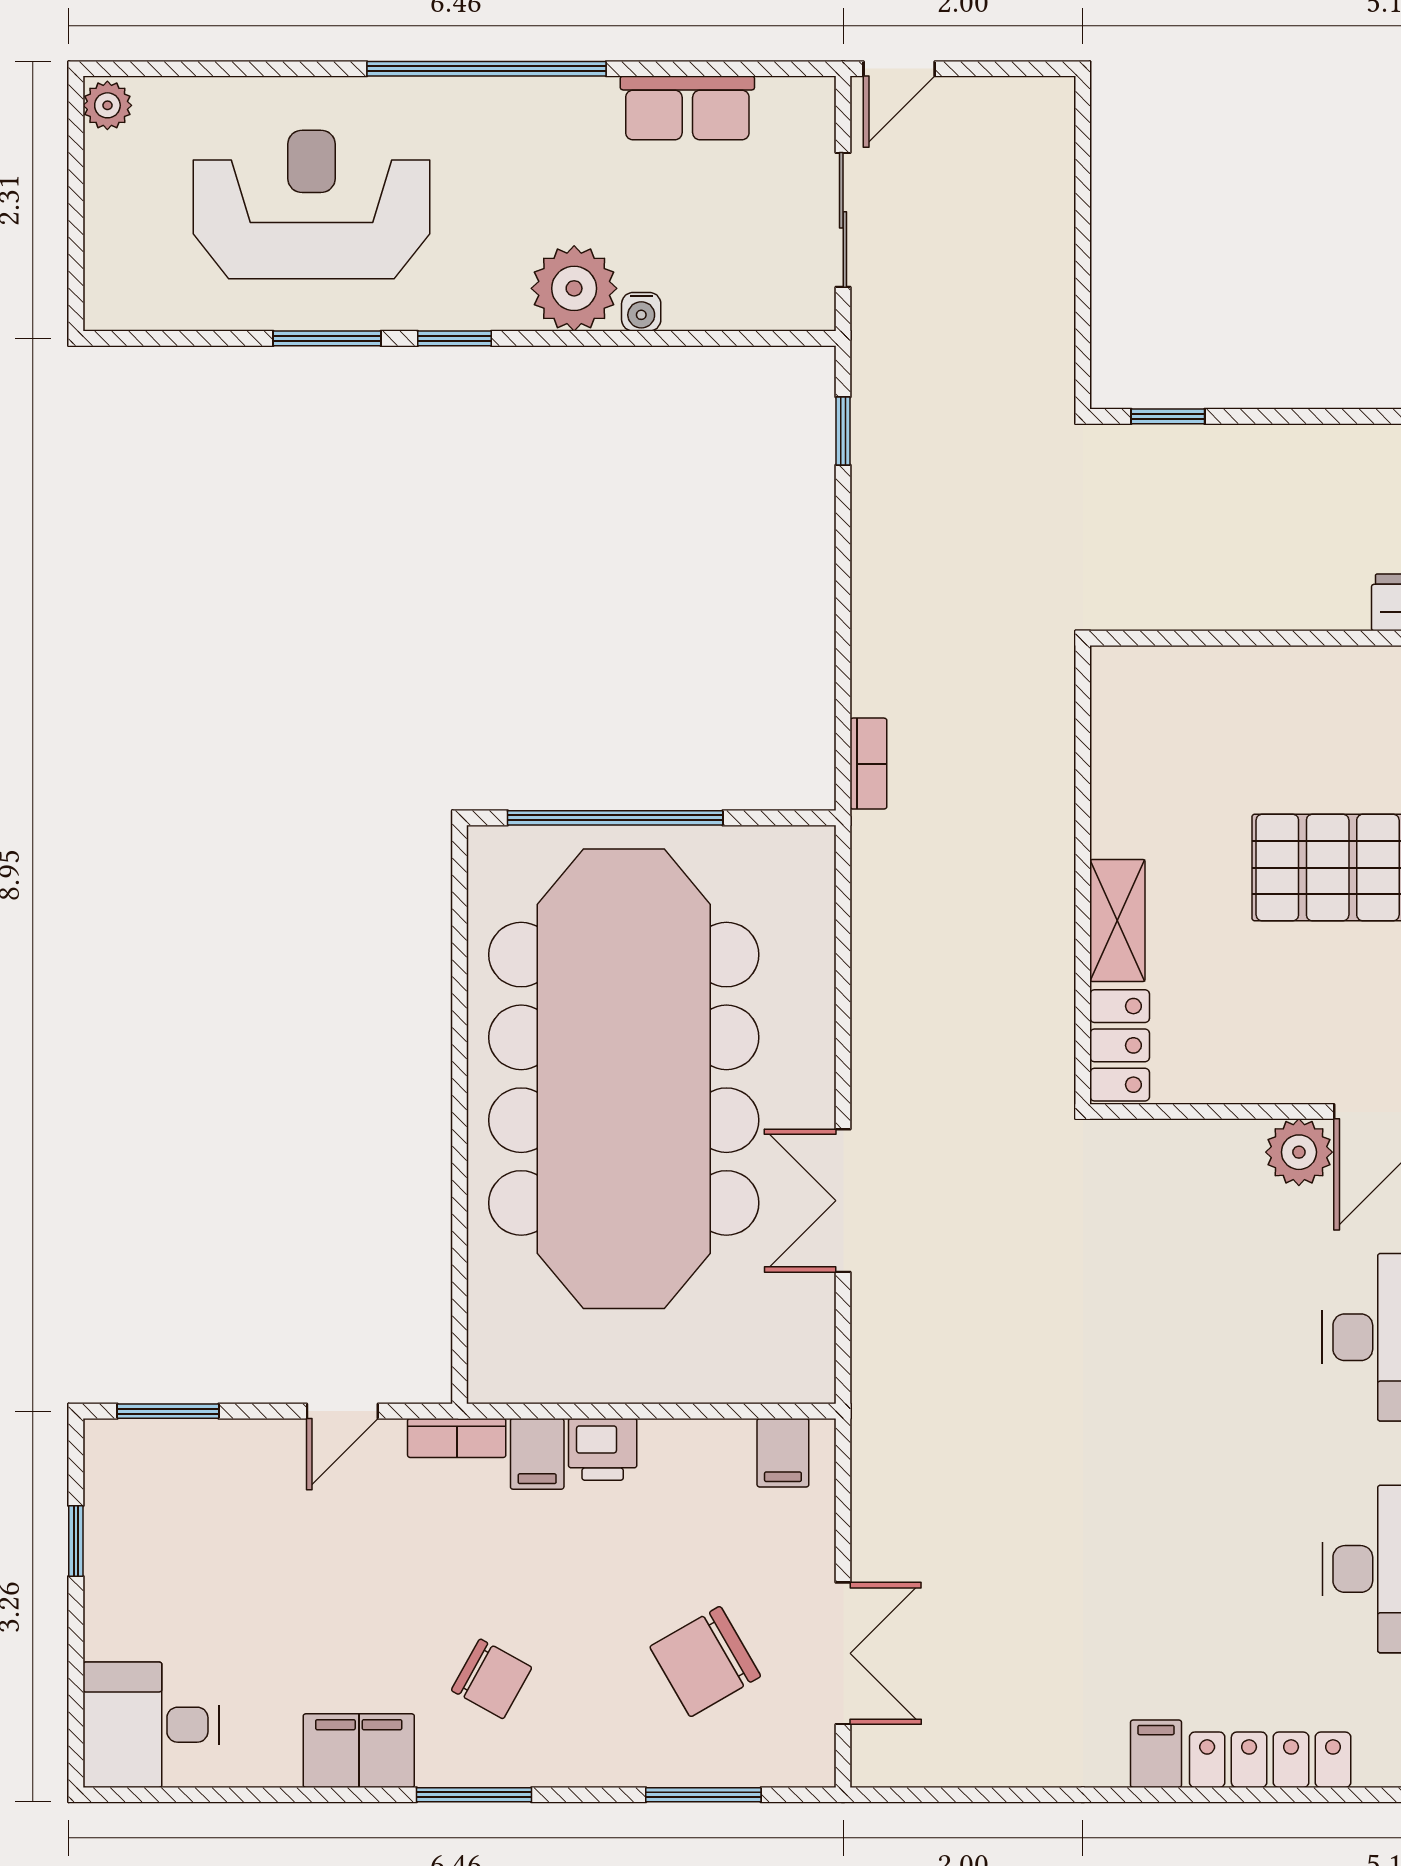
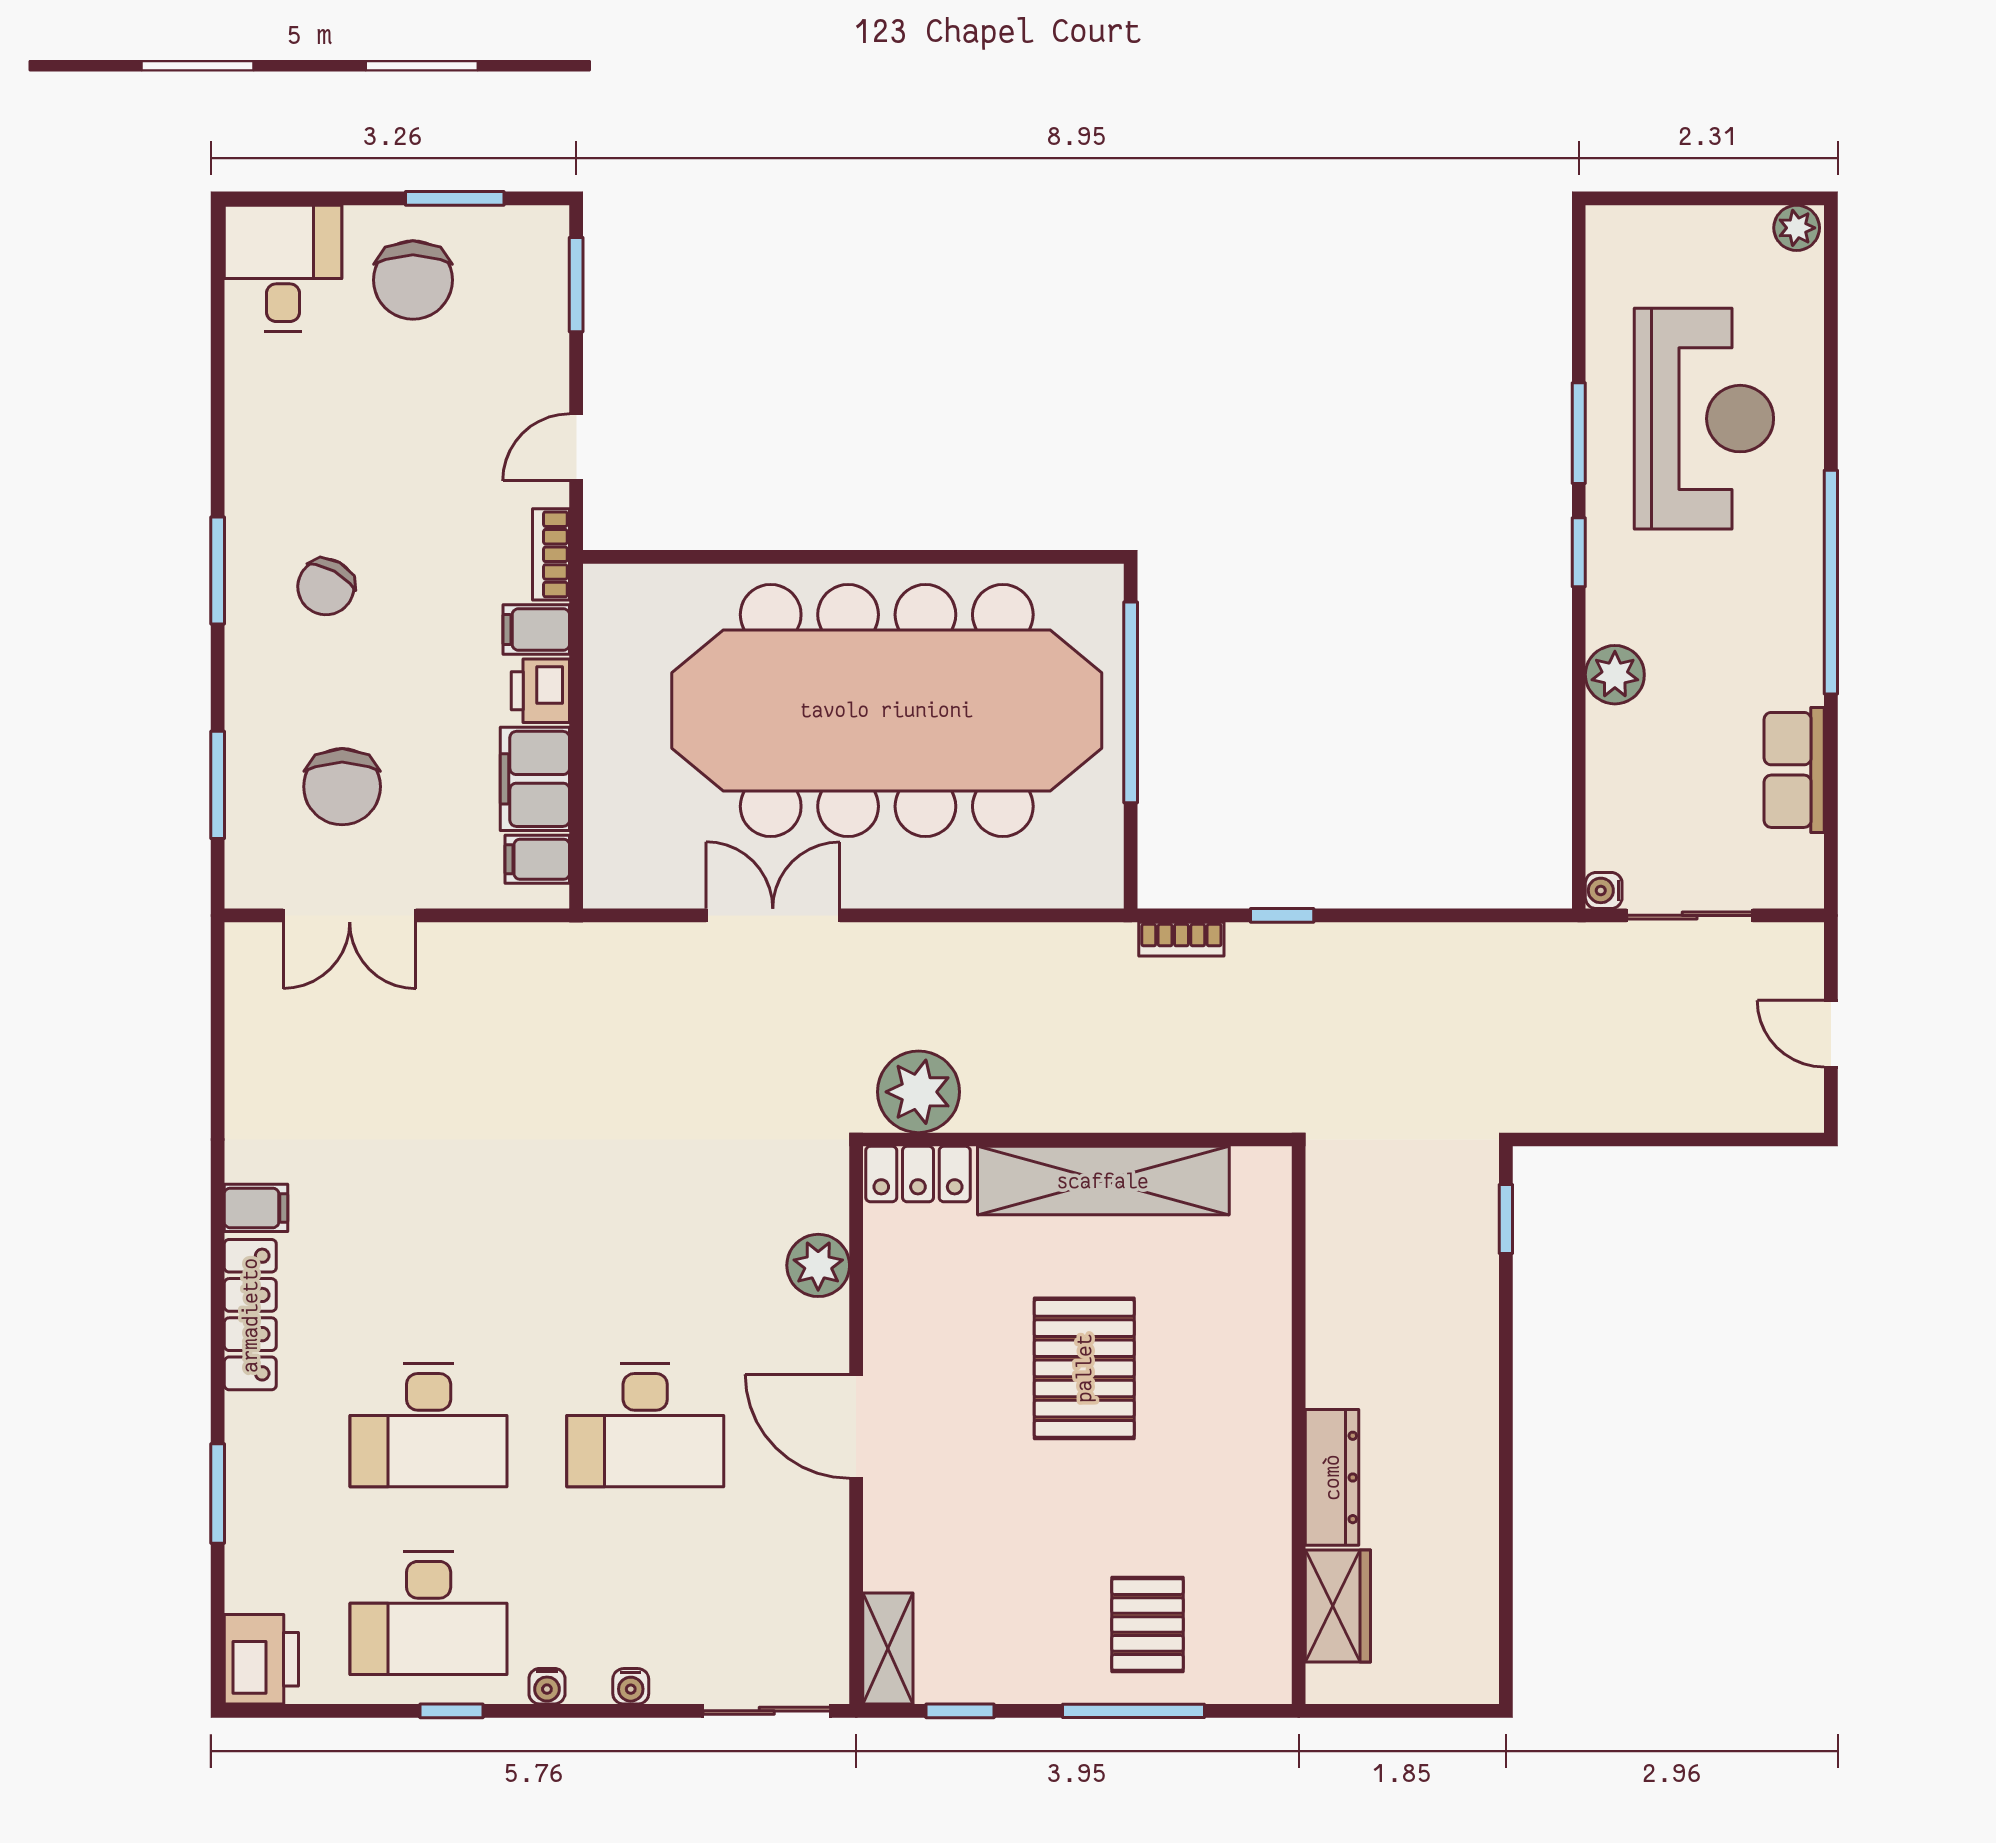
door: (899, 69) -> (1831, 1034), moved
plant: (574, 288) -> (1615, 675), width x0.73, depth x0.73
water cooler: (641, 312) -> (1604, 890), moved
window: (843, 431) -> (1282, 915), moved
shelving: (1117, 920) -> (1103, 1181), width x2.20, depth x1.33
plant: (1032, 1045) -> (919, 1092), added
plant: (1299, 1152) -> (818, 1265), moved
door: (342, 1411) -> (576, 447), hinge flipped
window: (76, 1541) -> (455, 198), width x1.50
chair: (163, 1586) -> (413, 280), added
chair: (705, 1662) -> (342, 787), turned -150
filing cabinet: (359, 1751) -> (535, 779), moved, turned 180

